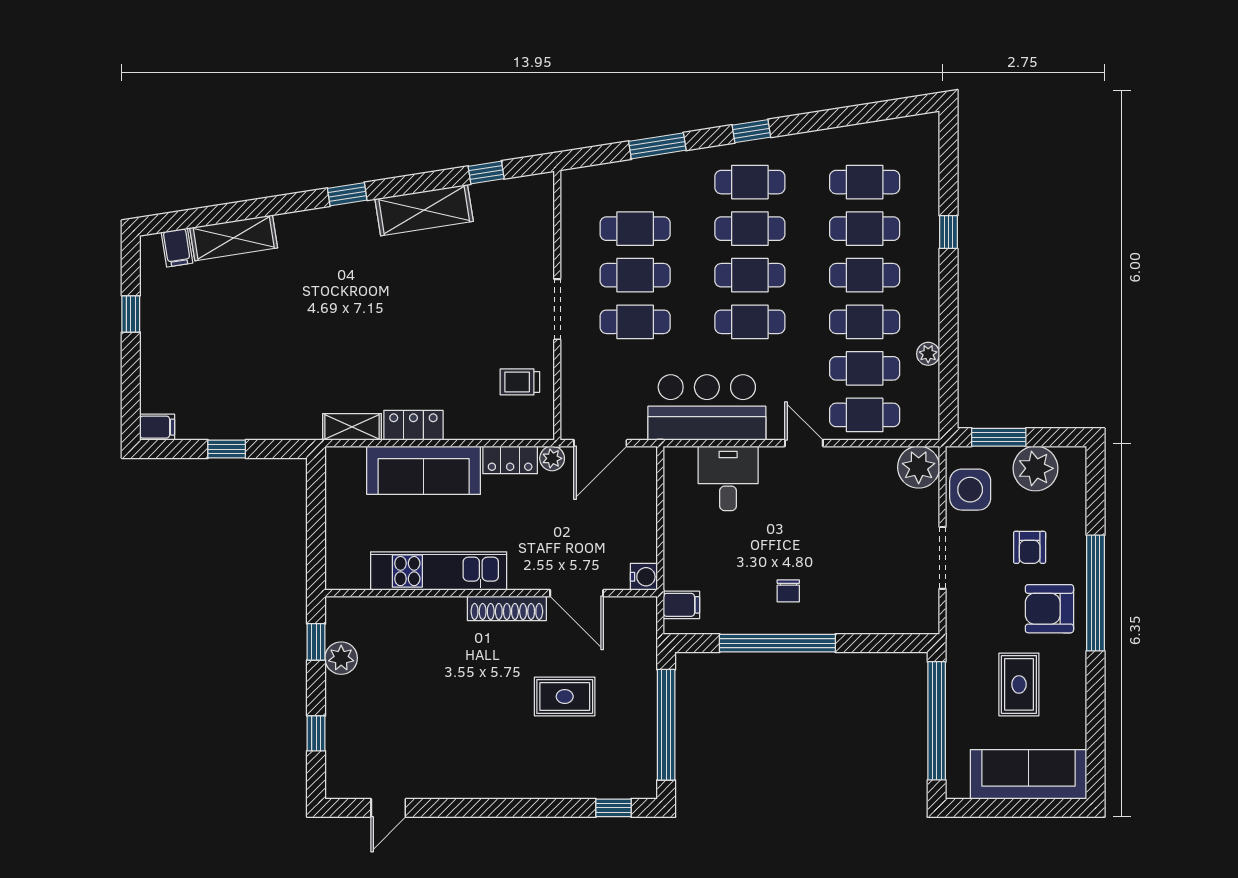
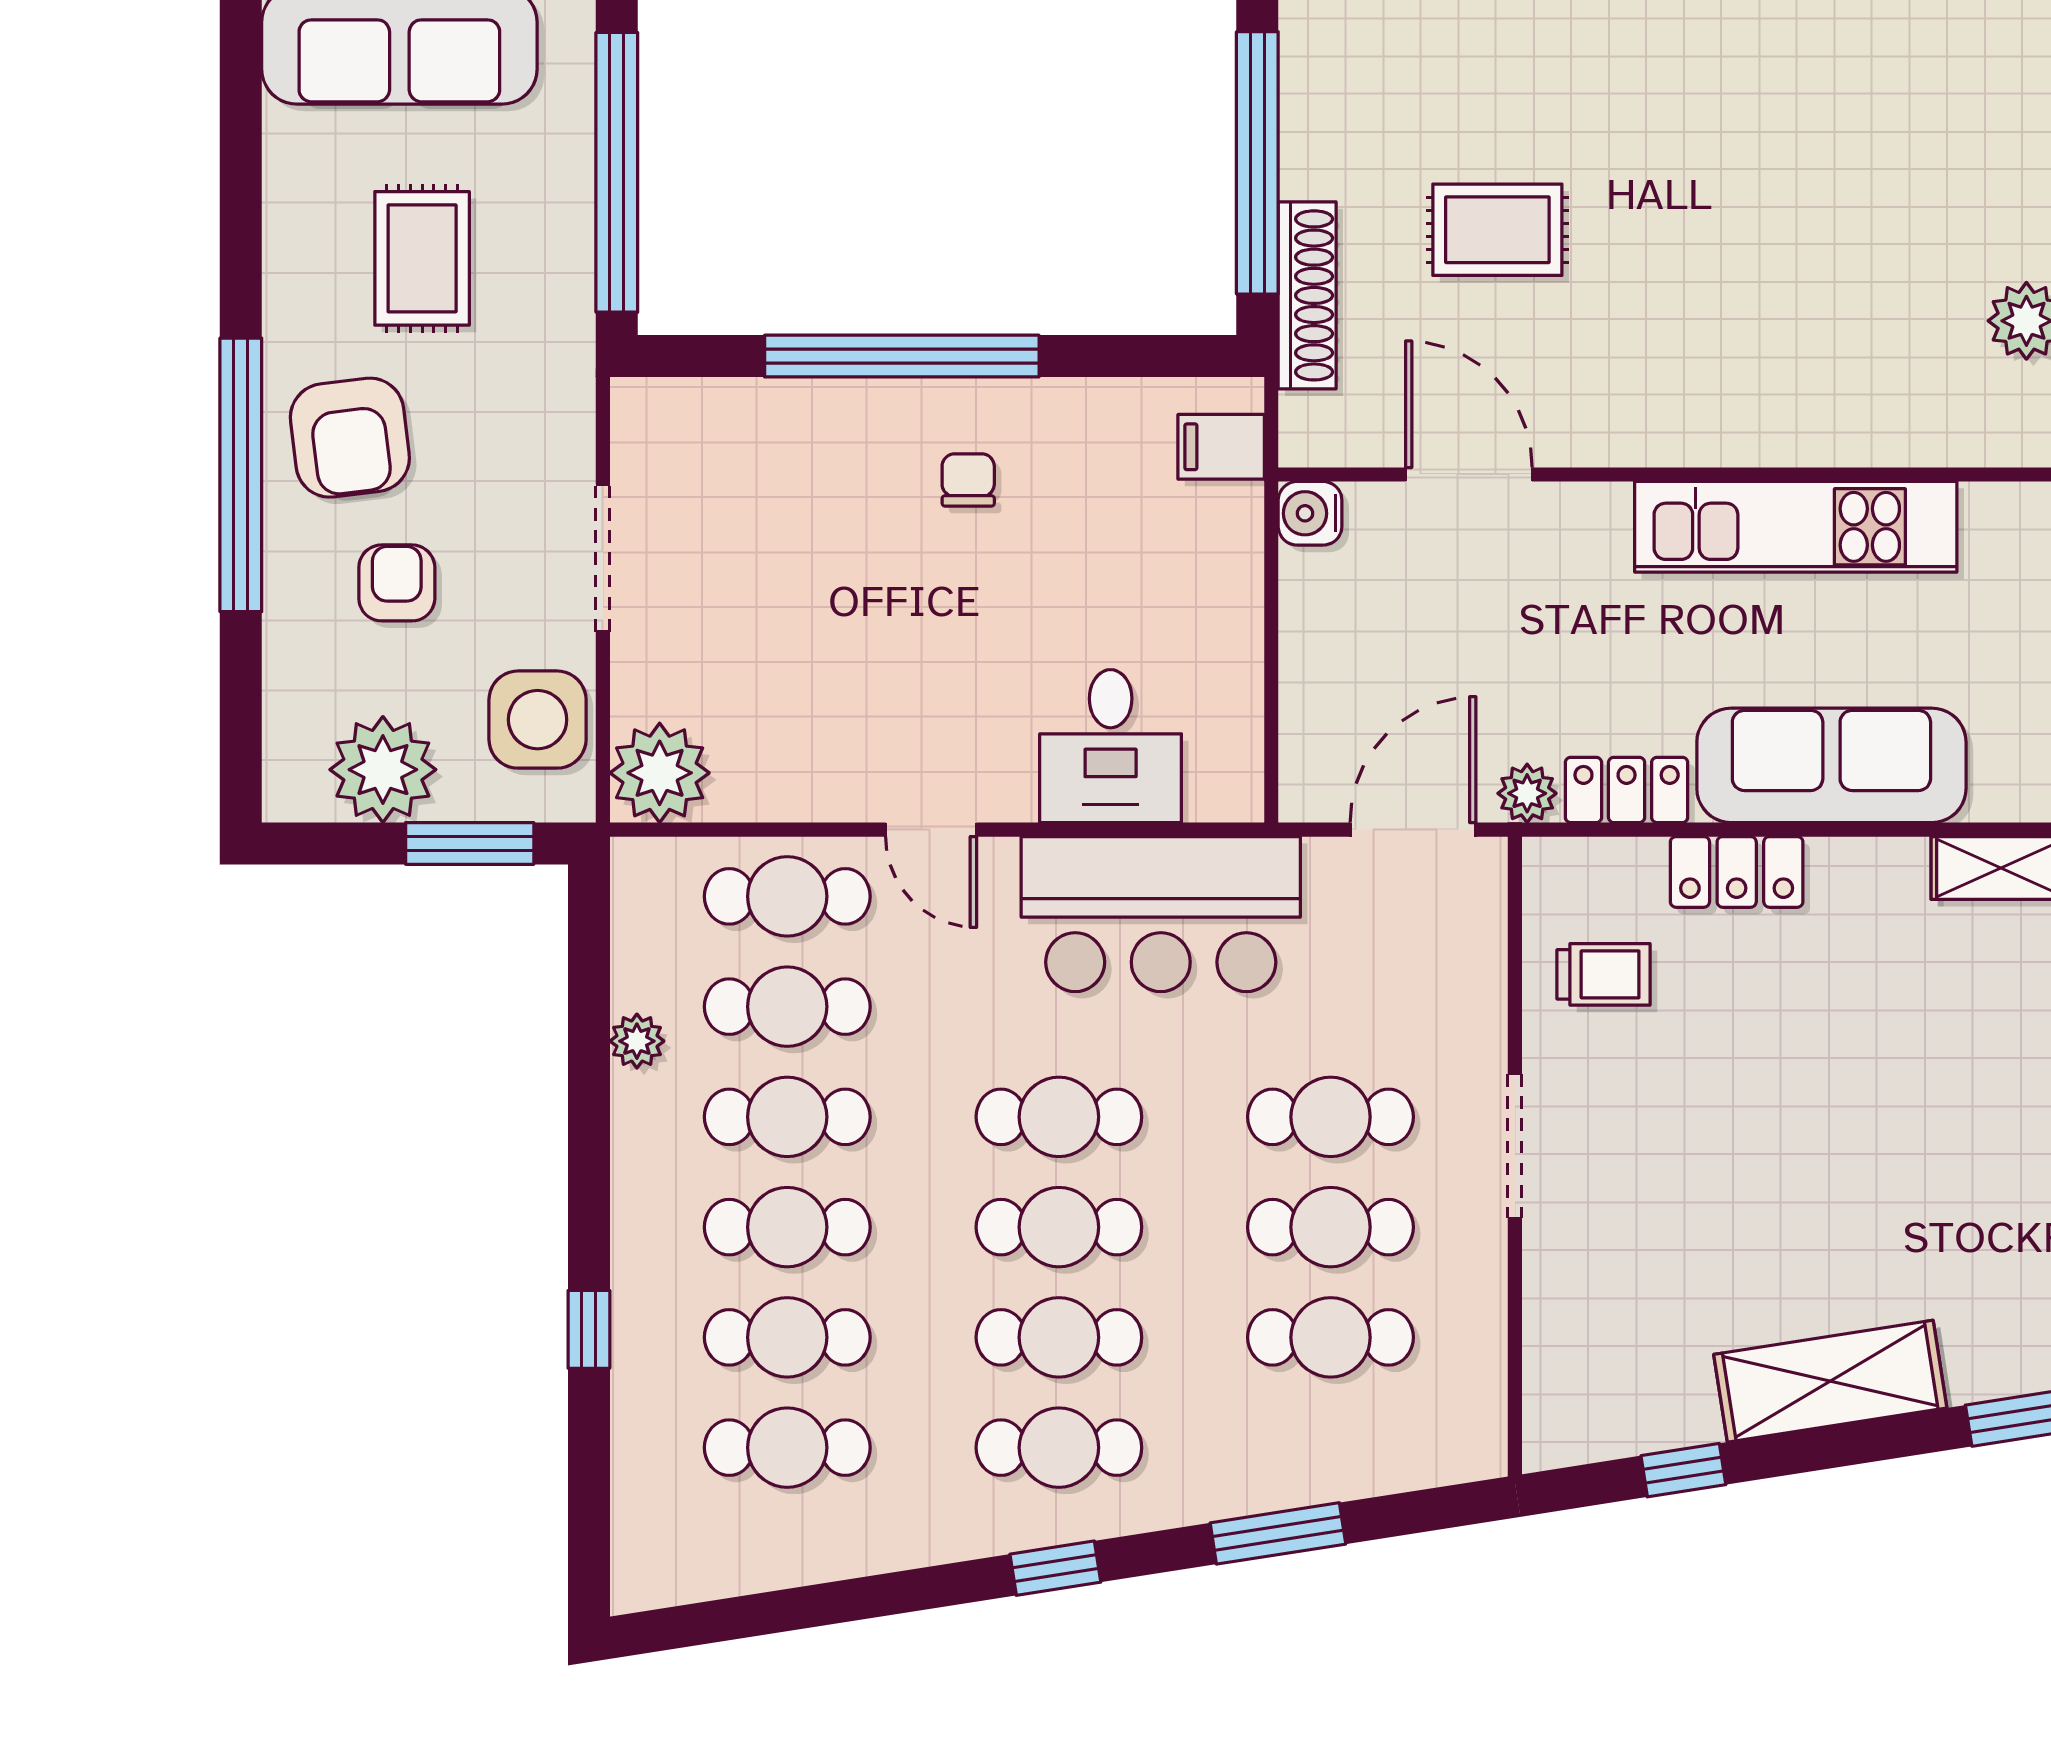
locker: (413, 425) -> (1737, 872), moved
shoe rack: (507, 608) -> (1307, 295), moved, turned 90
armchair: (1049, 609) -> (350, 438), turned 83
window: (777, 643) -> (902, 356), moved

